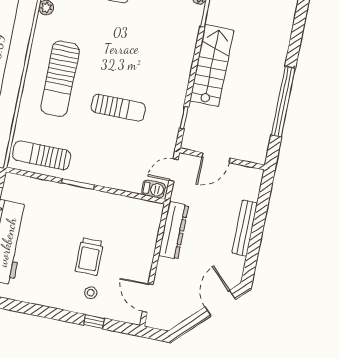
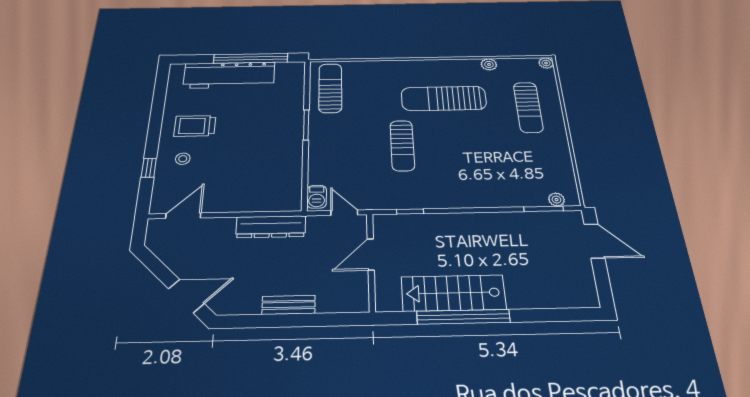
stairs: (212, 65) -> (453, 293), moved, turned 180
sun lounger: (60, 79) -> (444, 98), moved
door: (216, 158) -> (371, 254), hinge flipped
bench: (245, 228) -> (289, 305), width x0.73
trolley: (89, 256) -> (195, 126), moved

